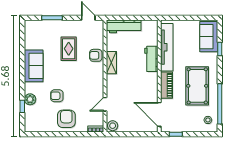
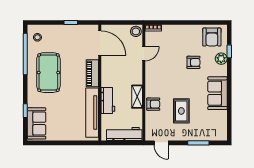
tv unit: (167, 47) -> (92, 113), moved
workbench: (151, 59) -> (108, 100), moved
wall: (159, 76) -> (100, 83), moved
piano: (166, 85) -> (92, 73), moved
door: (159, 114) -> (100, 43), moved
armchair: (66, 119) -> (212, 37), moved

